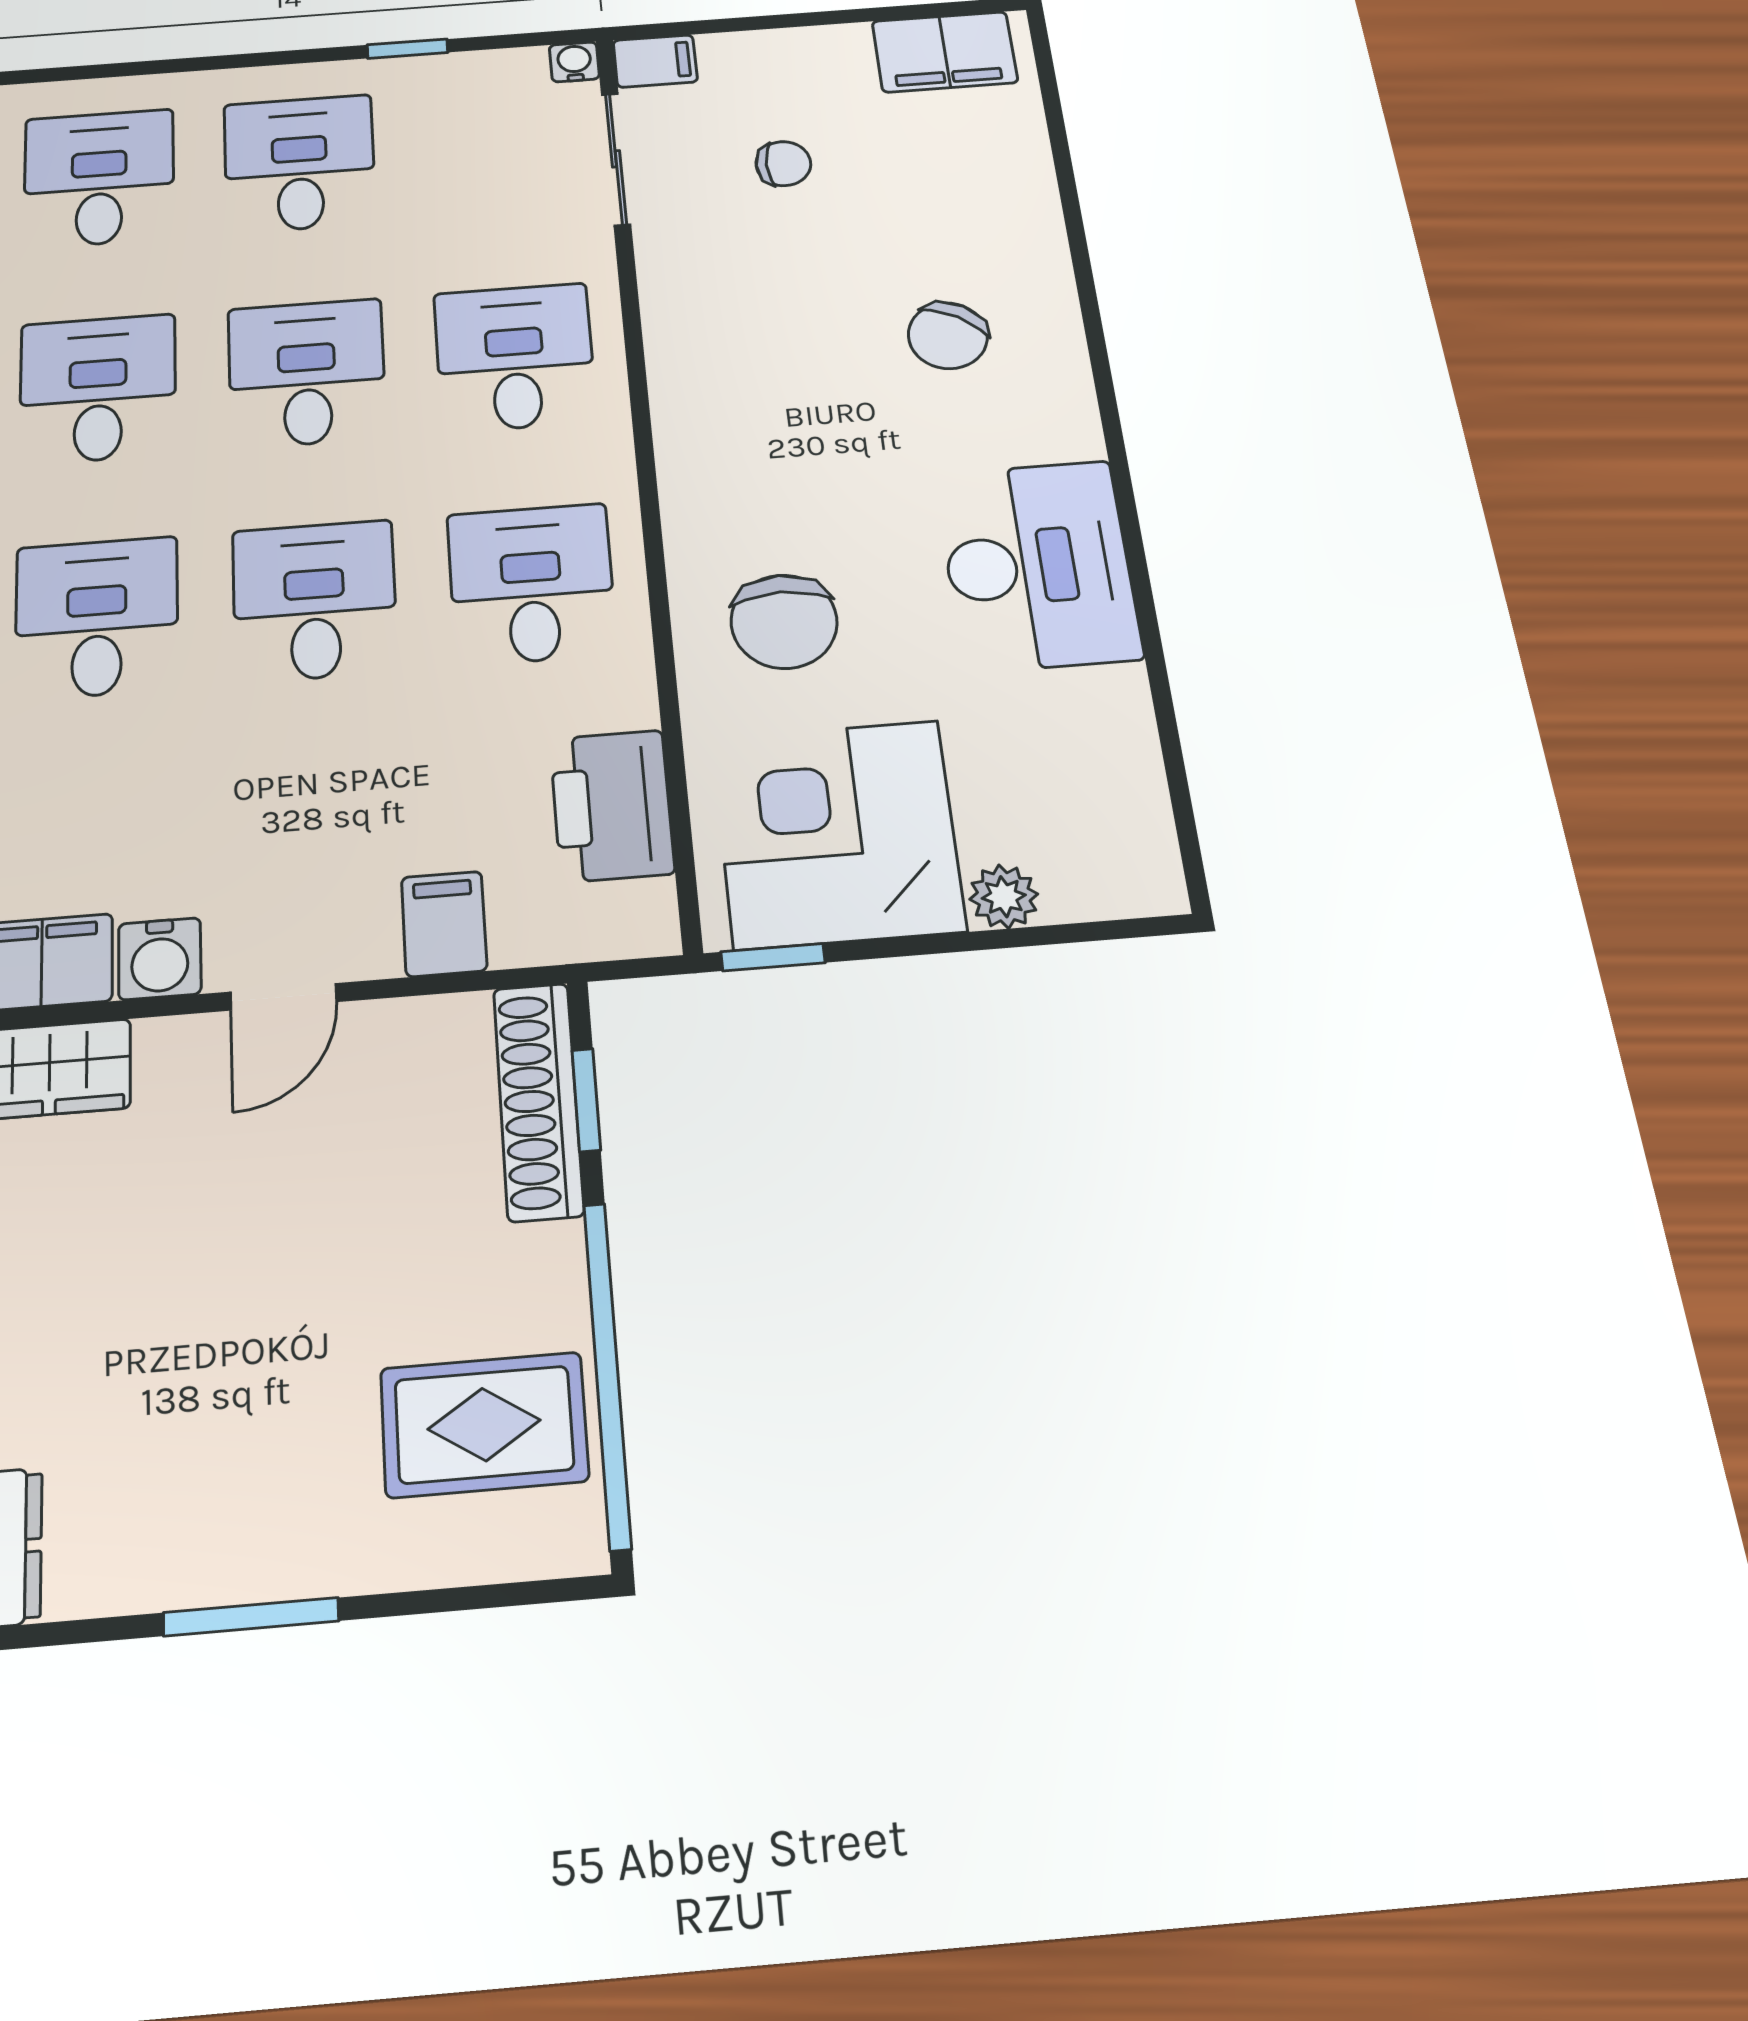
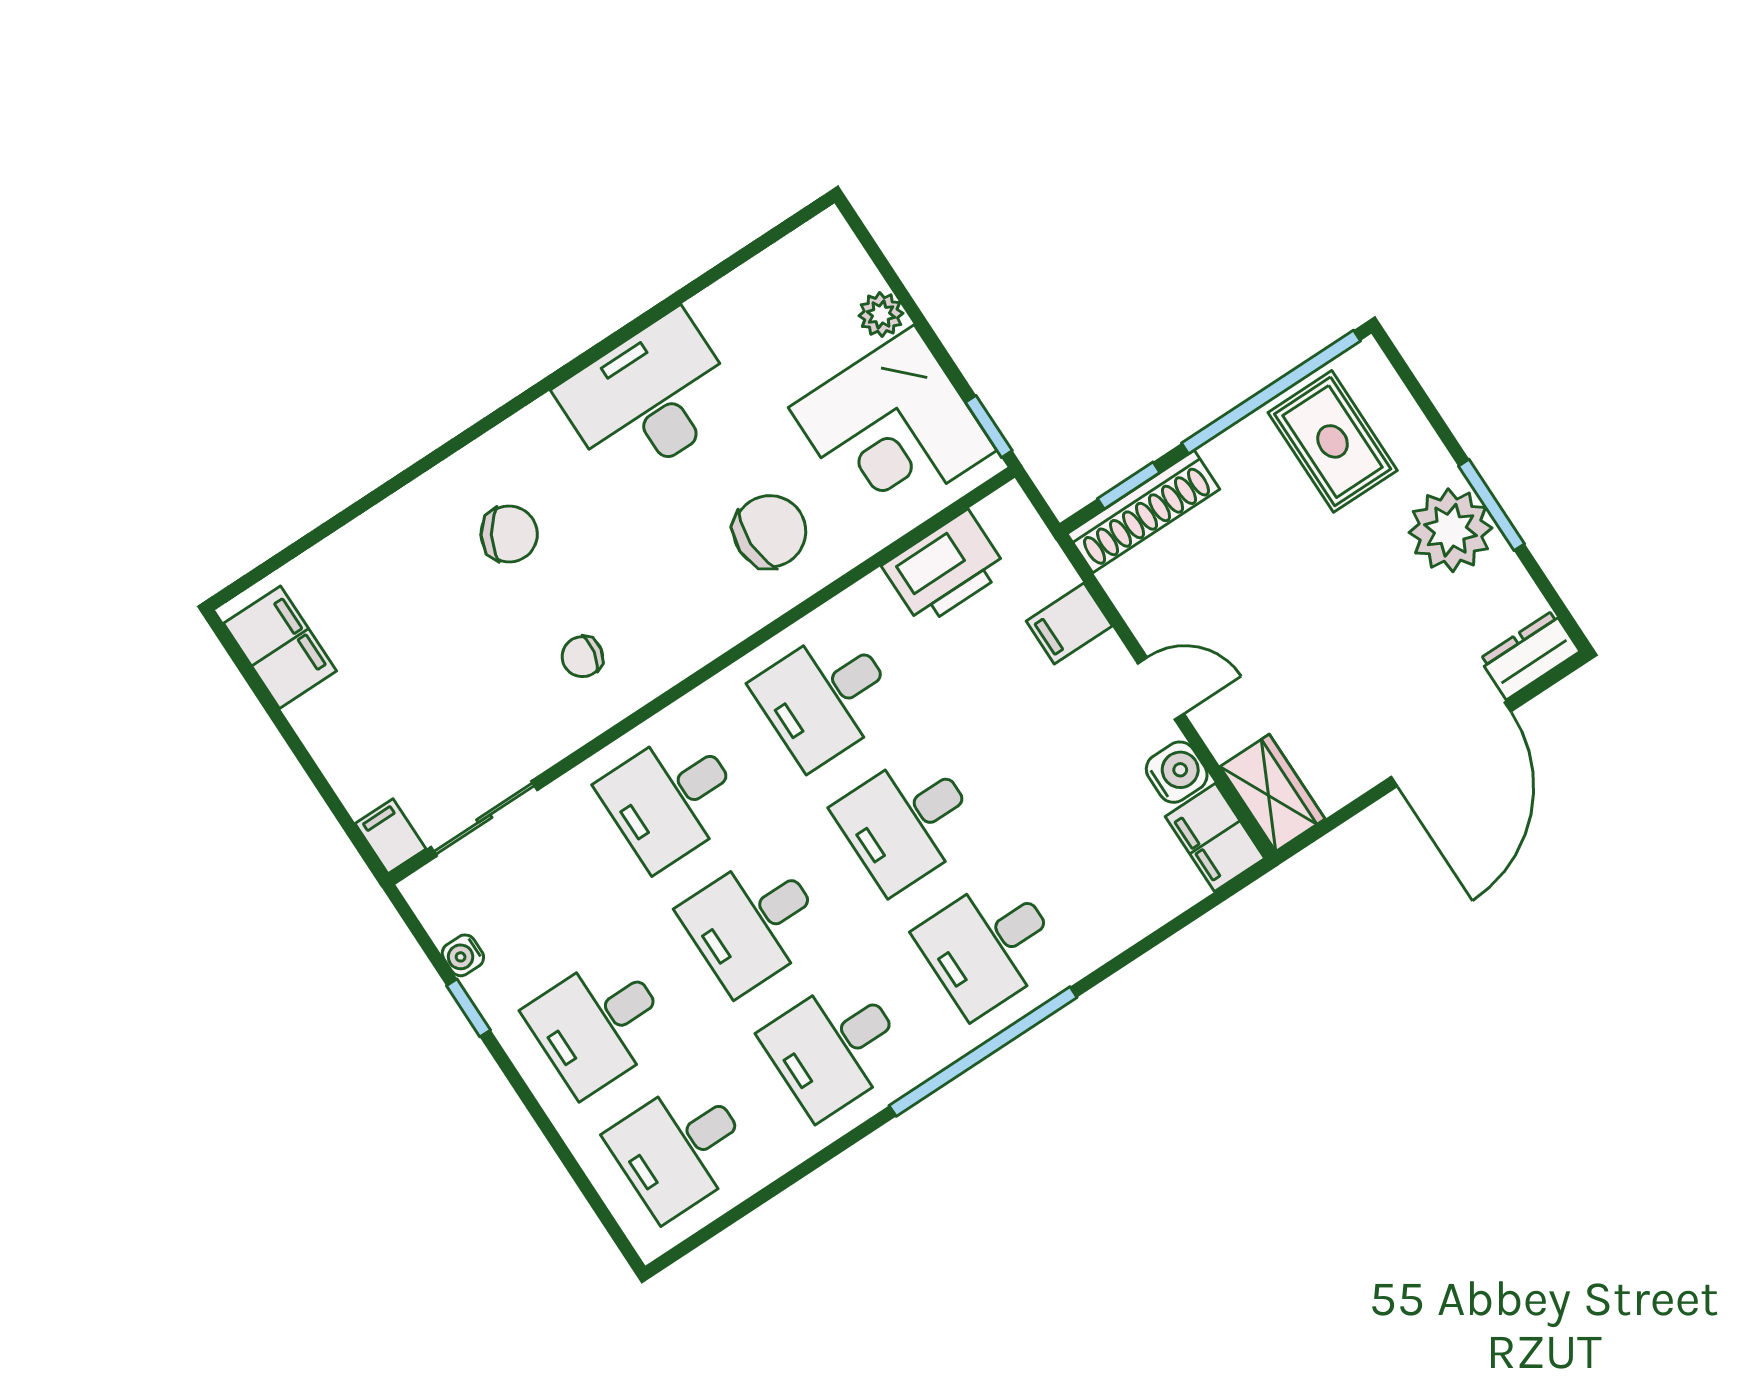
water cooler: (574, 62) -> (463, 955), moved
chair: (783, 164) -> (582, 657), moved, turned -79
plant: (252, 1531) -> (1450, 530), added

